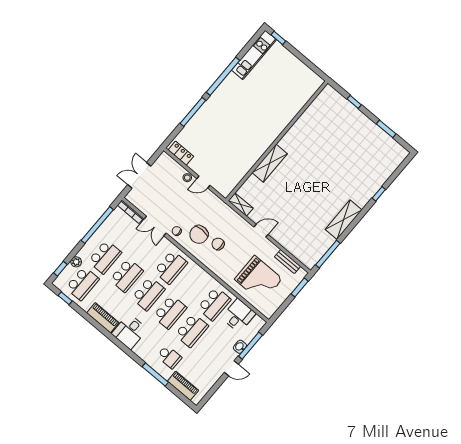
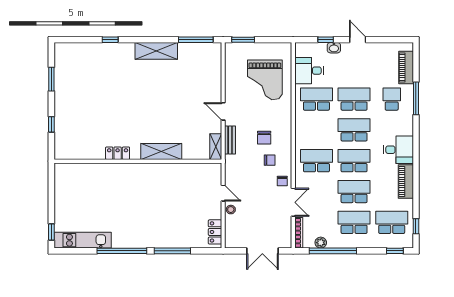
locker: (294, 131) -> (118, 153), added
chair: (199, 234) -> (270, 160), width x0.54, depth x0.54
plant: (76, 262) -> (321, 243), moved
bench: (287, 262) -> (230, 140), moved
grand piano: (258, 279) -> (265, 80), turned 180
window: (250, 346) -> (326, 40), width x0.46

